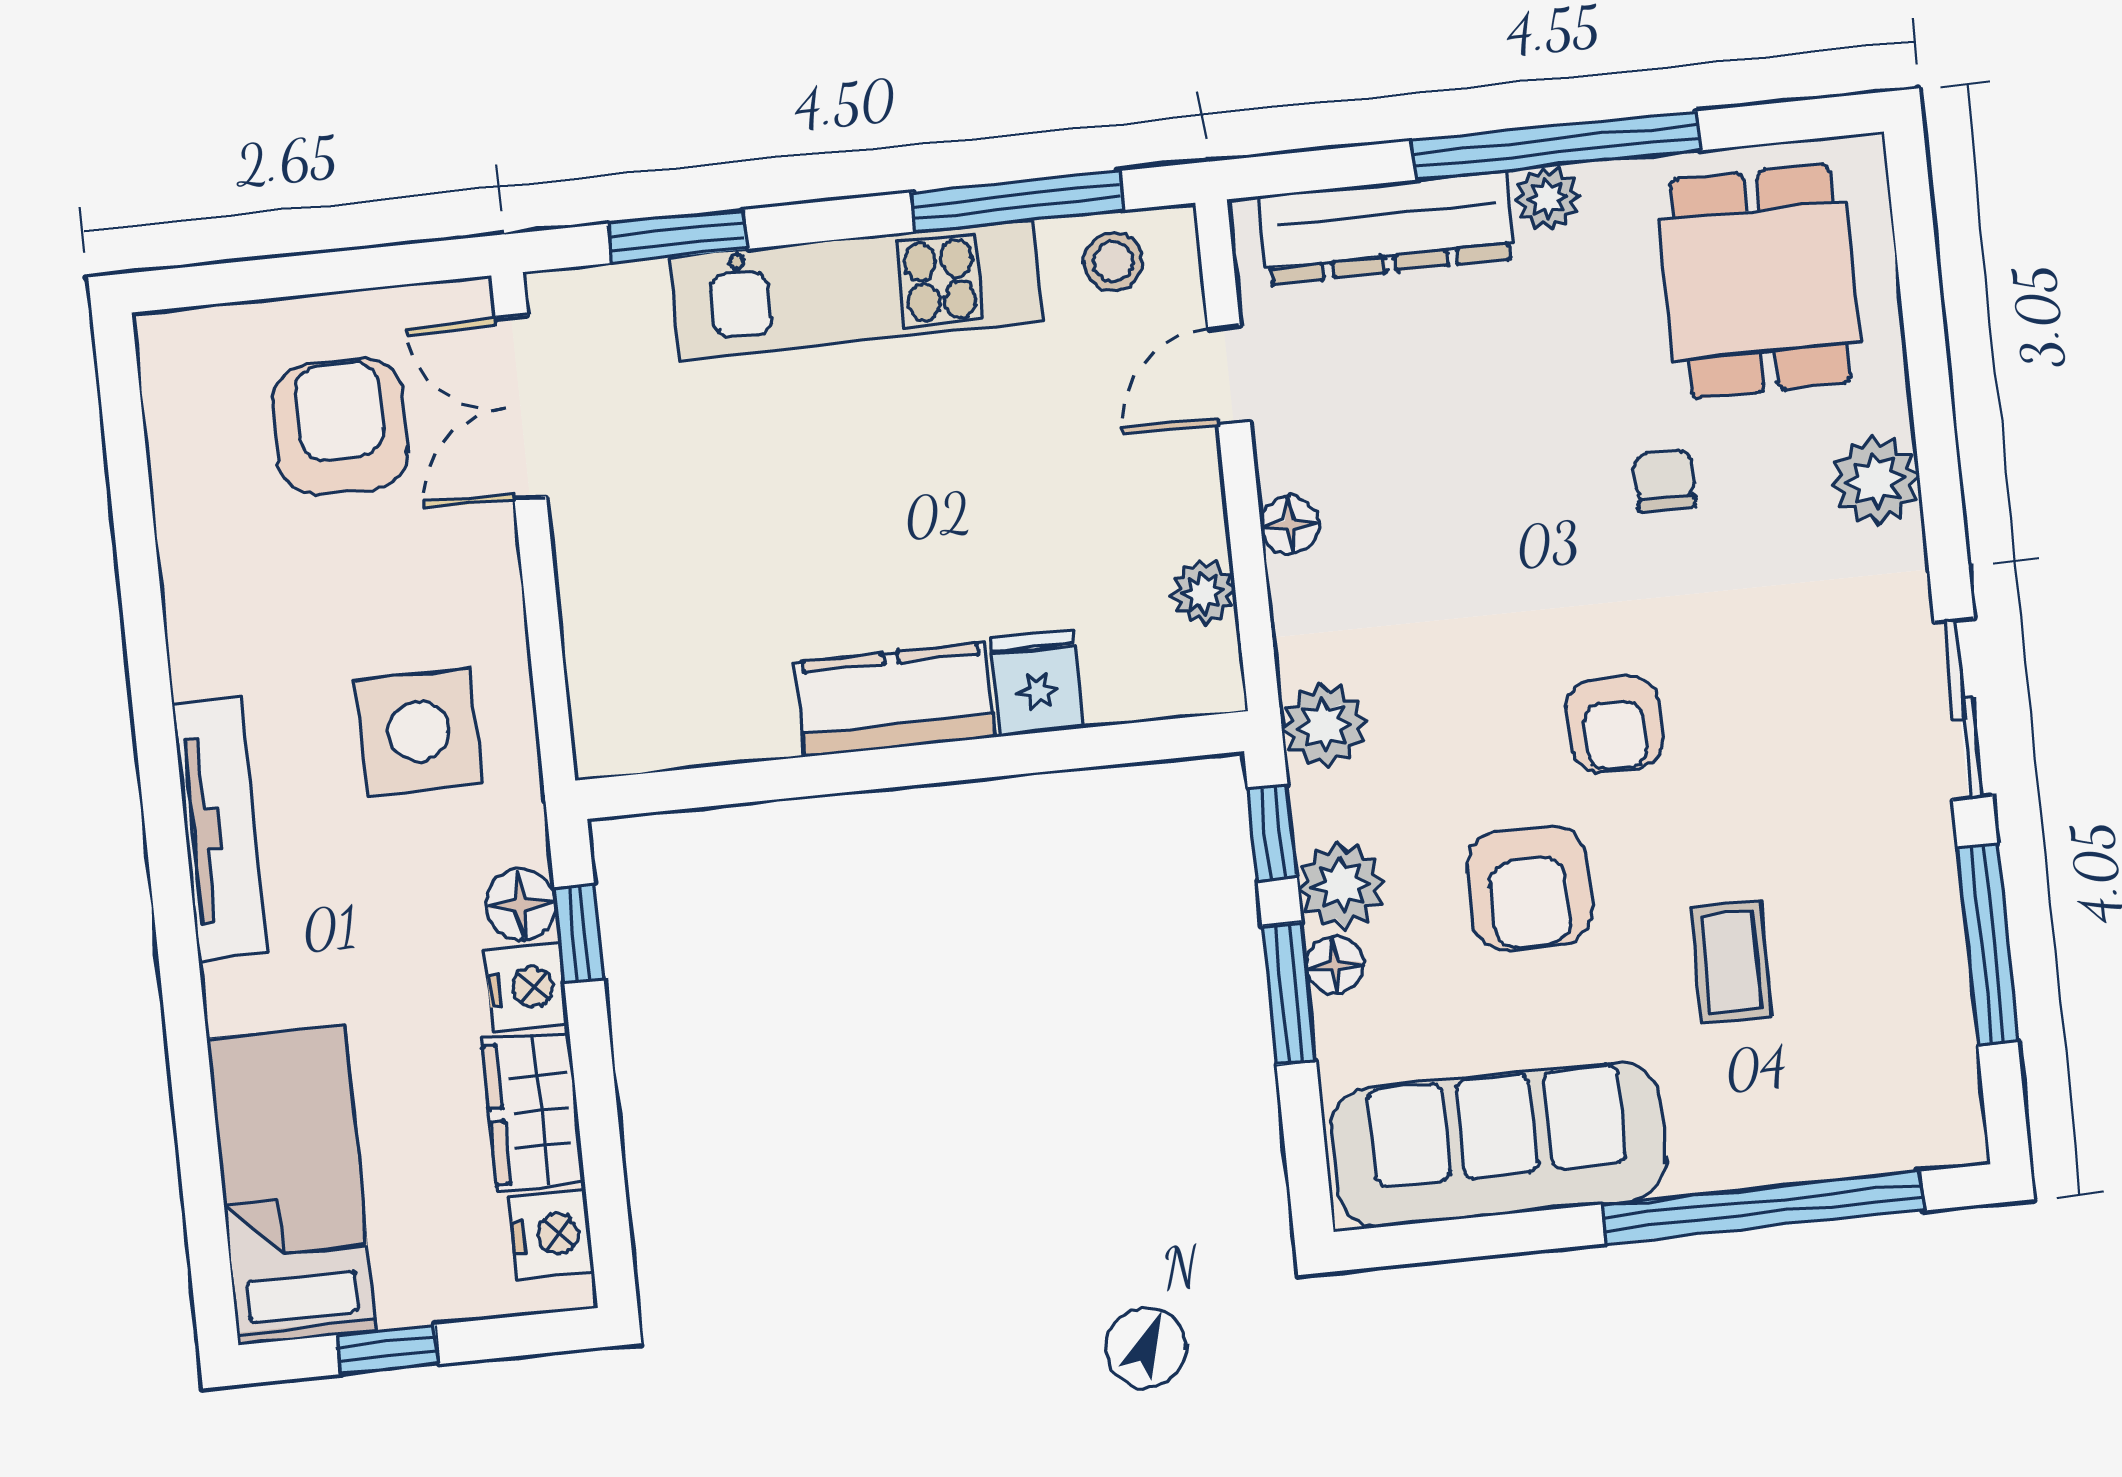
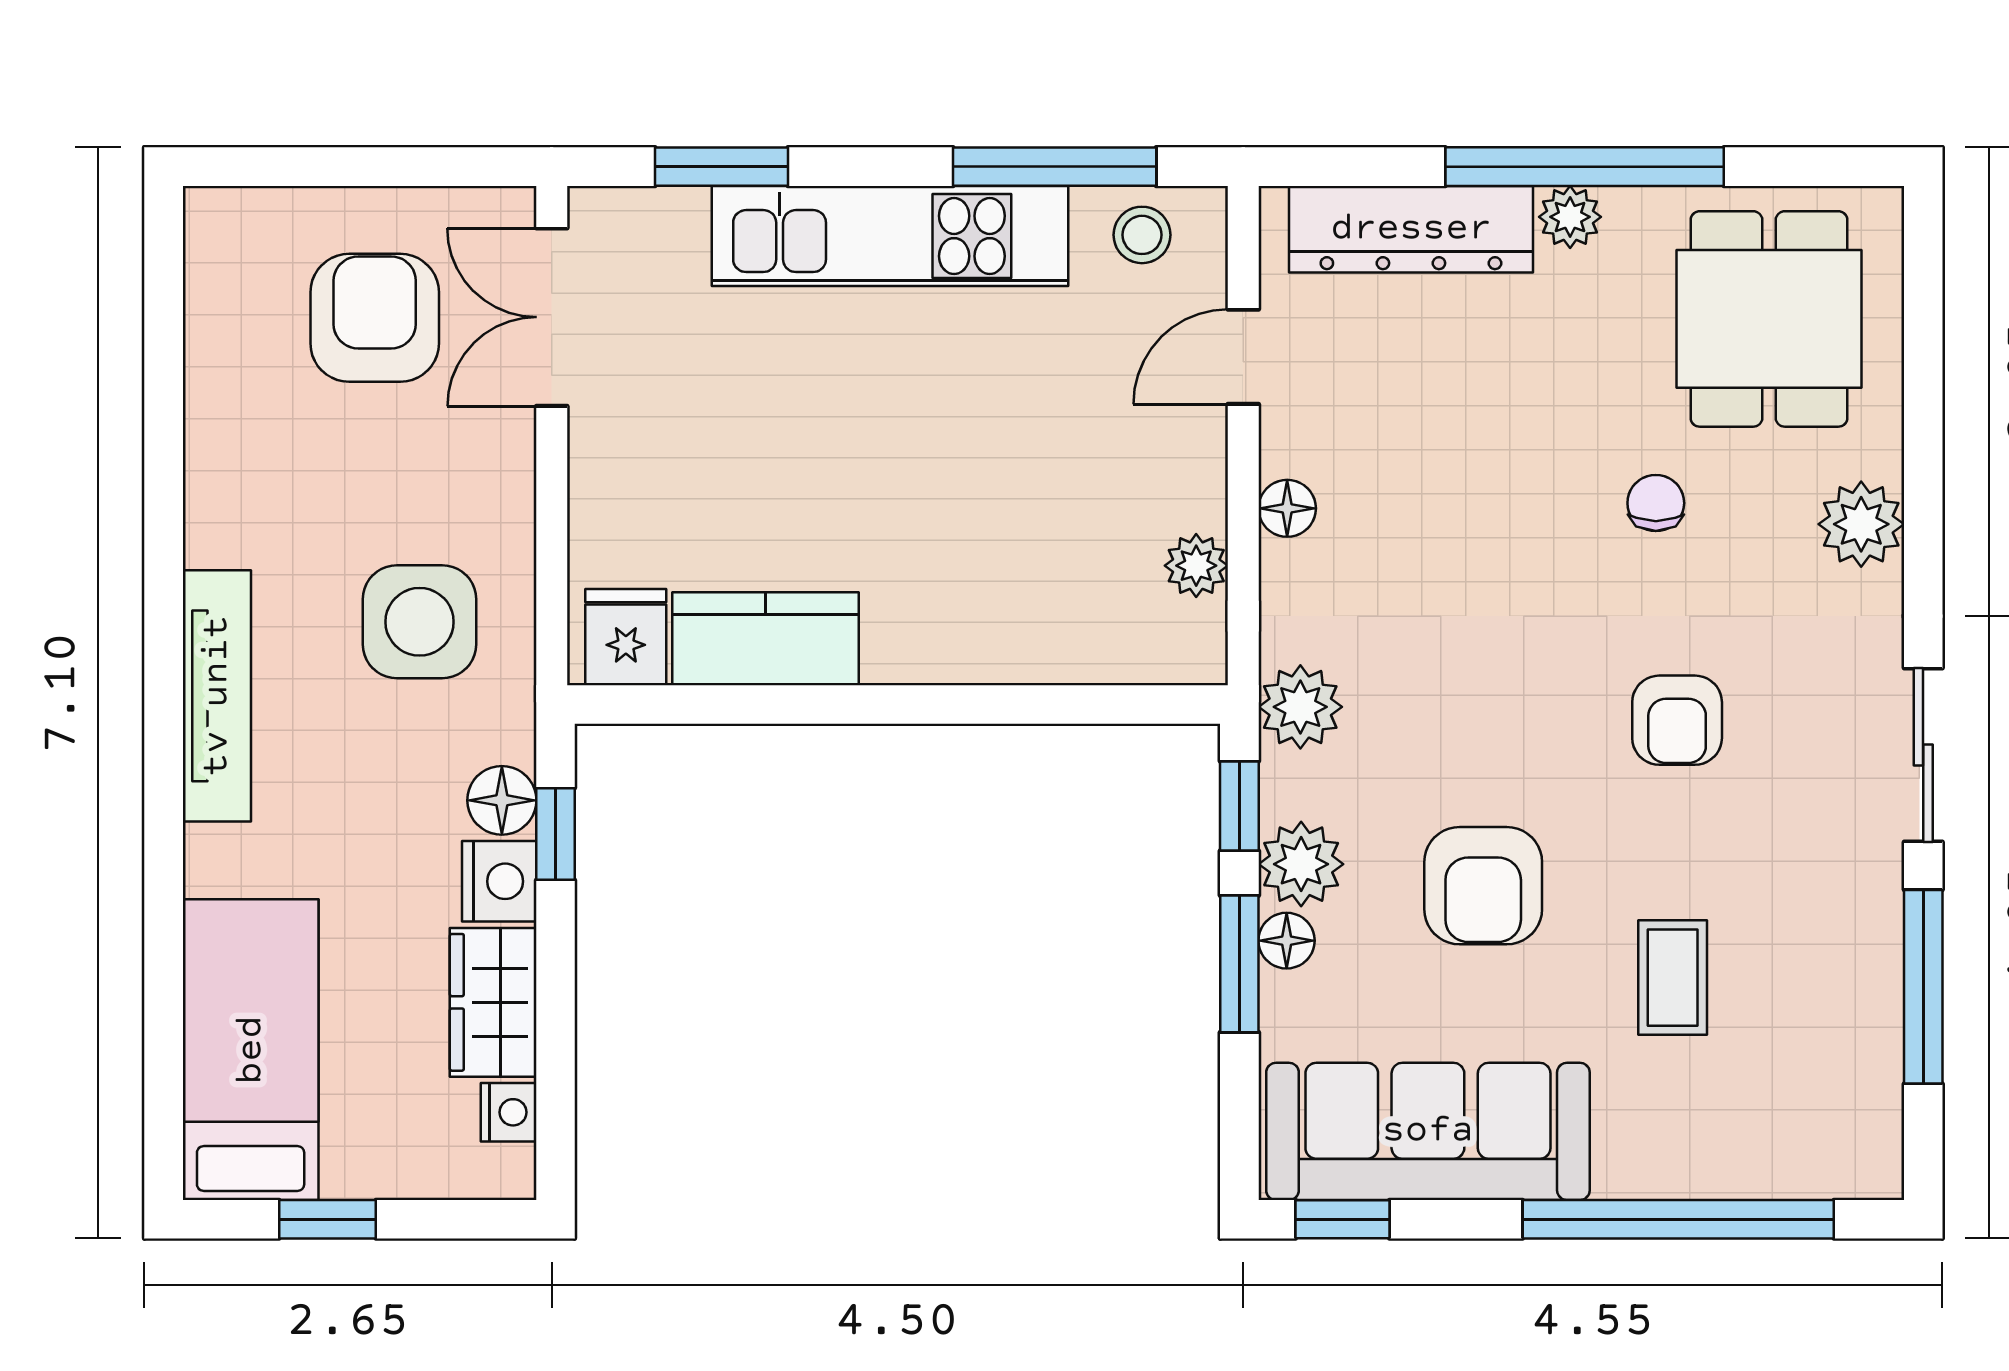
fridge: (1037, 683) -> (626, 637), moved
kitchen counter: (895, 700) -> (766, 639), moved
armchair: (1614, 724) -> (1677, 720), moved
nightstand: (552, 1234) -> (509, 1112), width x0.72, depth x0.74
window: (1421, 1243) -> (1343, 1219), added

